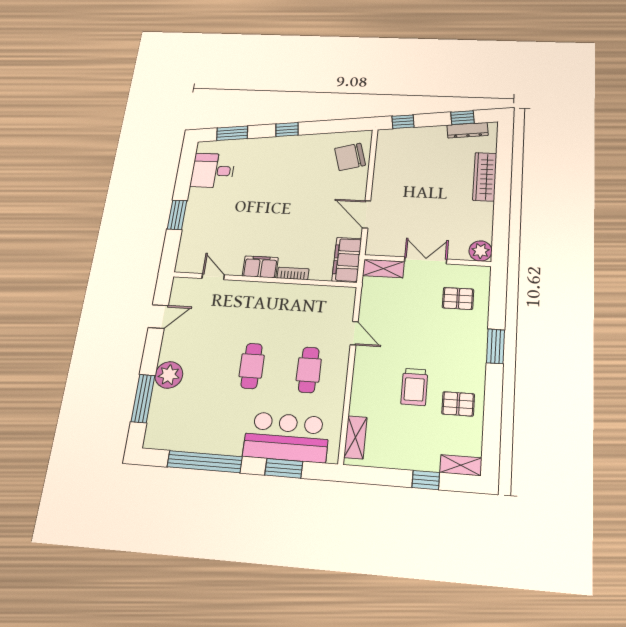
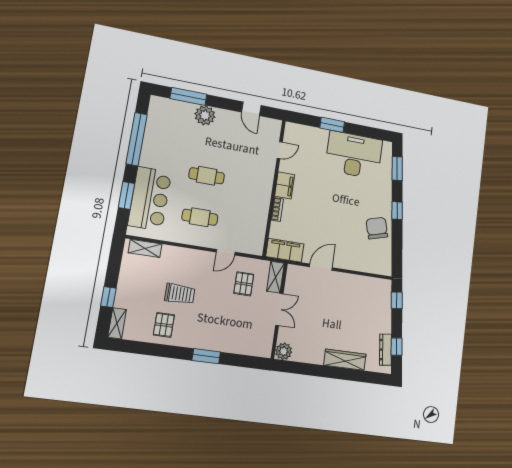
chair: (350, 157) -> (377, 228), moved
desk: (213, 171) -> (354, 155), width x1.87, depth x1.30
pallet: (458, 298) -> (244, 284), moved
trolley: (414, 387) -> (180, 294), turned 180

